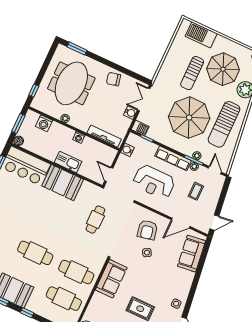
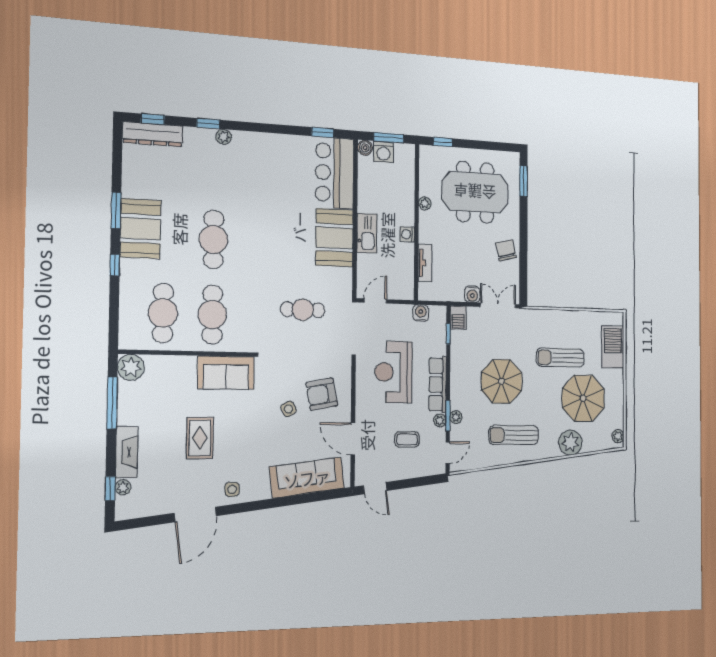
parasol: (189, 118) -> (502, 381), width x0.73, depth x0.73
washing machine: (44, 123) -> (384, 152), moved, turned -90
sun lounger: (224, 124) -> (514, 435), width x0.73, depth x0.75
tv unit: (104, 136) -> (425, 263), width x0.71
sofa: (191, 254) -> (307, 478), width x1.36

